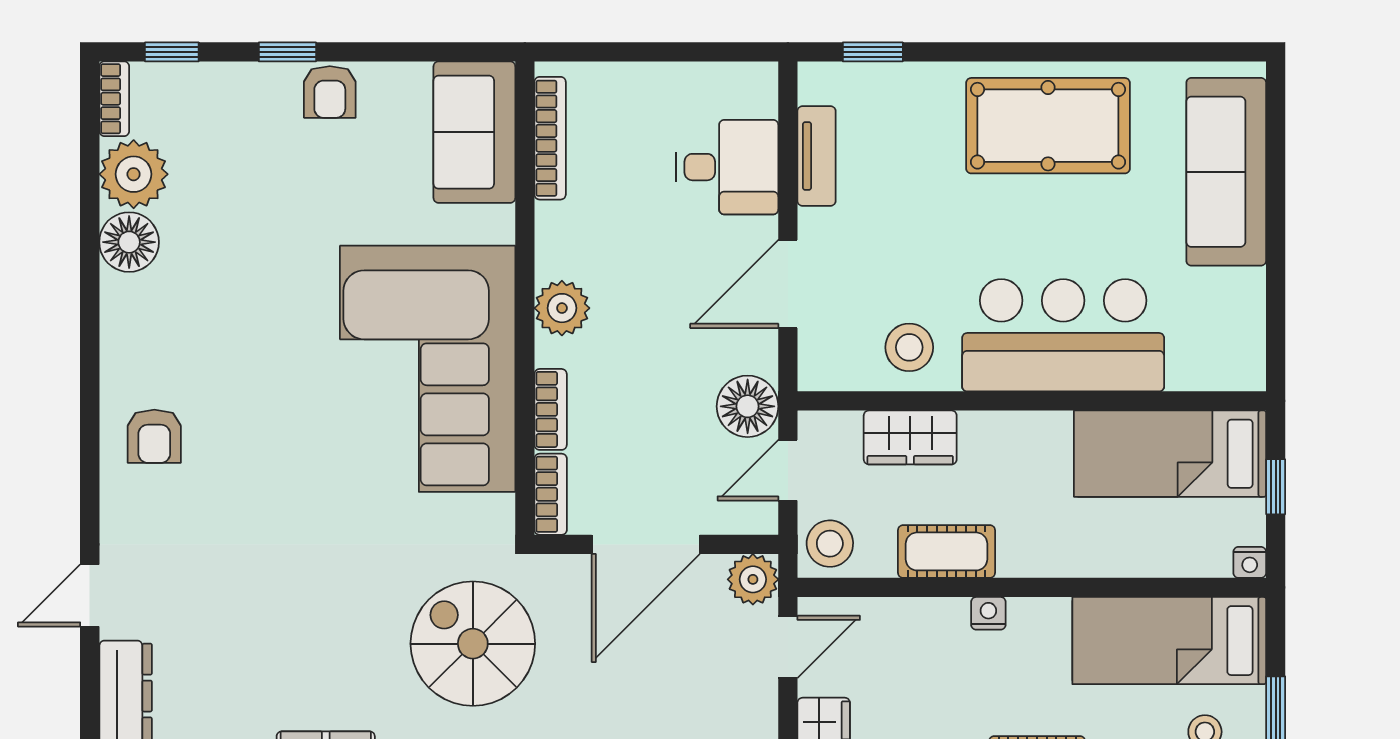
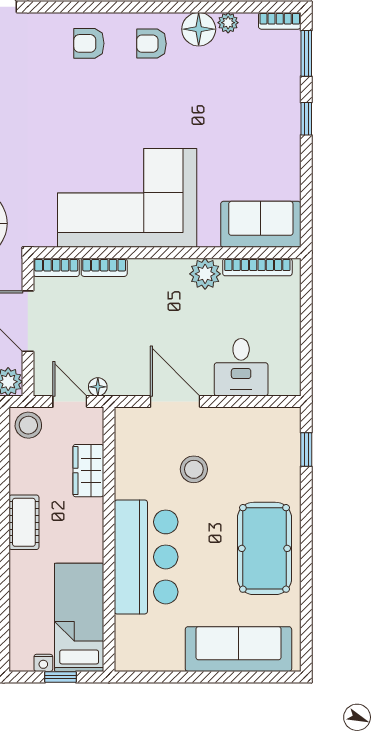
window: (172, 52) -> (306, 53), width x1.50
armchair: (330, 92) -> (151, 44), moved
tv unit: (817, 156) -> (247, 418), removed
plant: (134, 174) -> (228, 23), width x0.53, depth x0.53
plant: (562, 308) -> (205, 274), moved
stool: (909, 347) -> (194, 469), moved
floor lamp: (748, 406) -> (98, 387), width x0.53, depth x0.53
cot: (947, 551) -> (24, 522), moved
nightstand: (1250, 562) -> (43, 663), moved, turned -90

